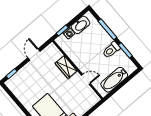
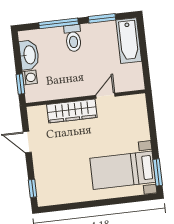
toilet: (111, 50) -> (73, 38), moved
wardrobe: (66, 67) -> (72, 111), width x1.50
bathtub: (114, 80) -> (129, 41), moved

